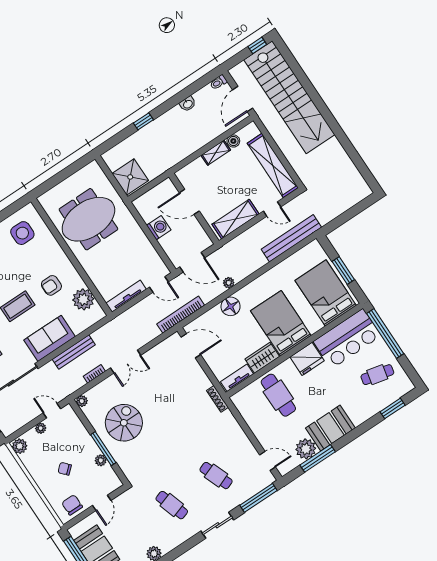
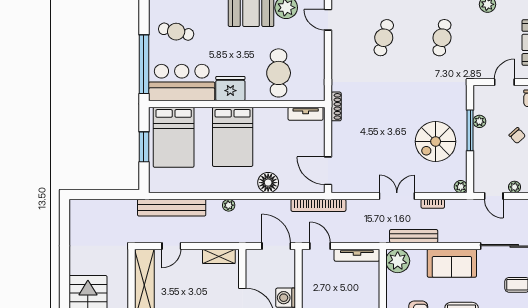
door: (272, 209) -> (171, 246), swing flipped
shelving: (236, 219) -> (219, 256), width x0.67, depth x0.75
plant: (229, 283) -> (229, 205), moved
plant: (83, 299) -> (398, 261), moved
bench: (74, 352) -> (414, 236), moved
wardrobe: (262, 358) -> (270, 117), removed
cafe table: (216, 476) -> (384, 38), turned 36
cafe table: (172, 505) -> (442, 38), turned 30

